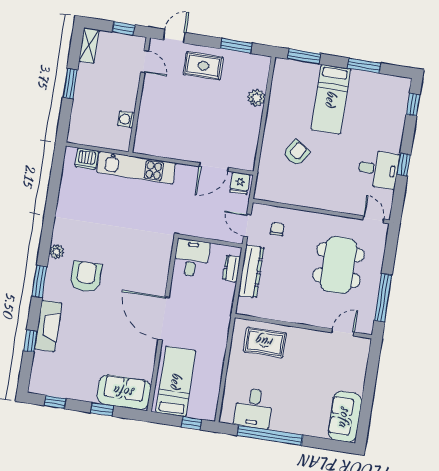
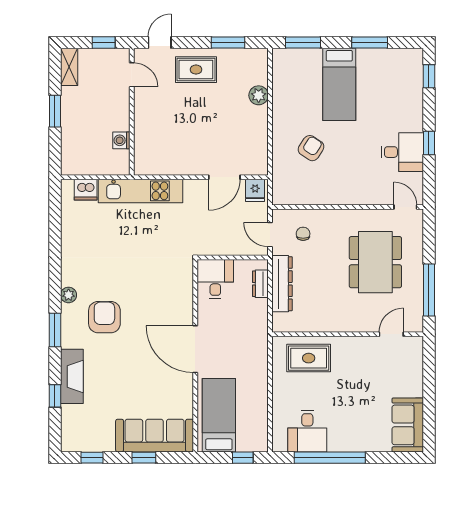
sofa: (124, 392) -> (155, 436), width x1.36

